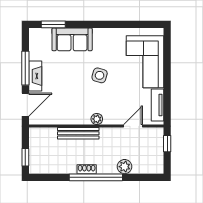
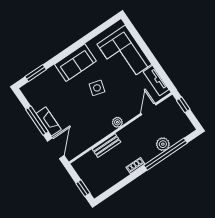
sofa: (72, 39) -> (75, 63), moved
bench: (78, 133) -> (106, 146), width x0.73
window: (96, 177) -> (166, 154), moved

